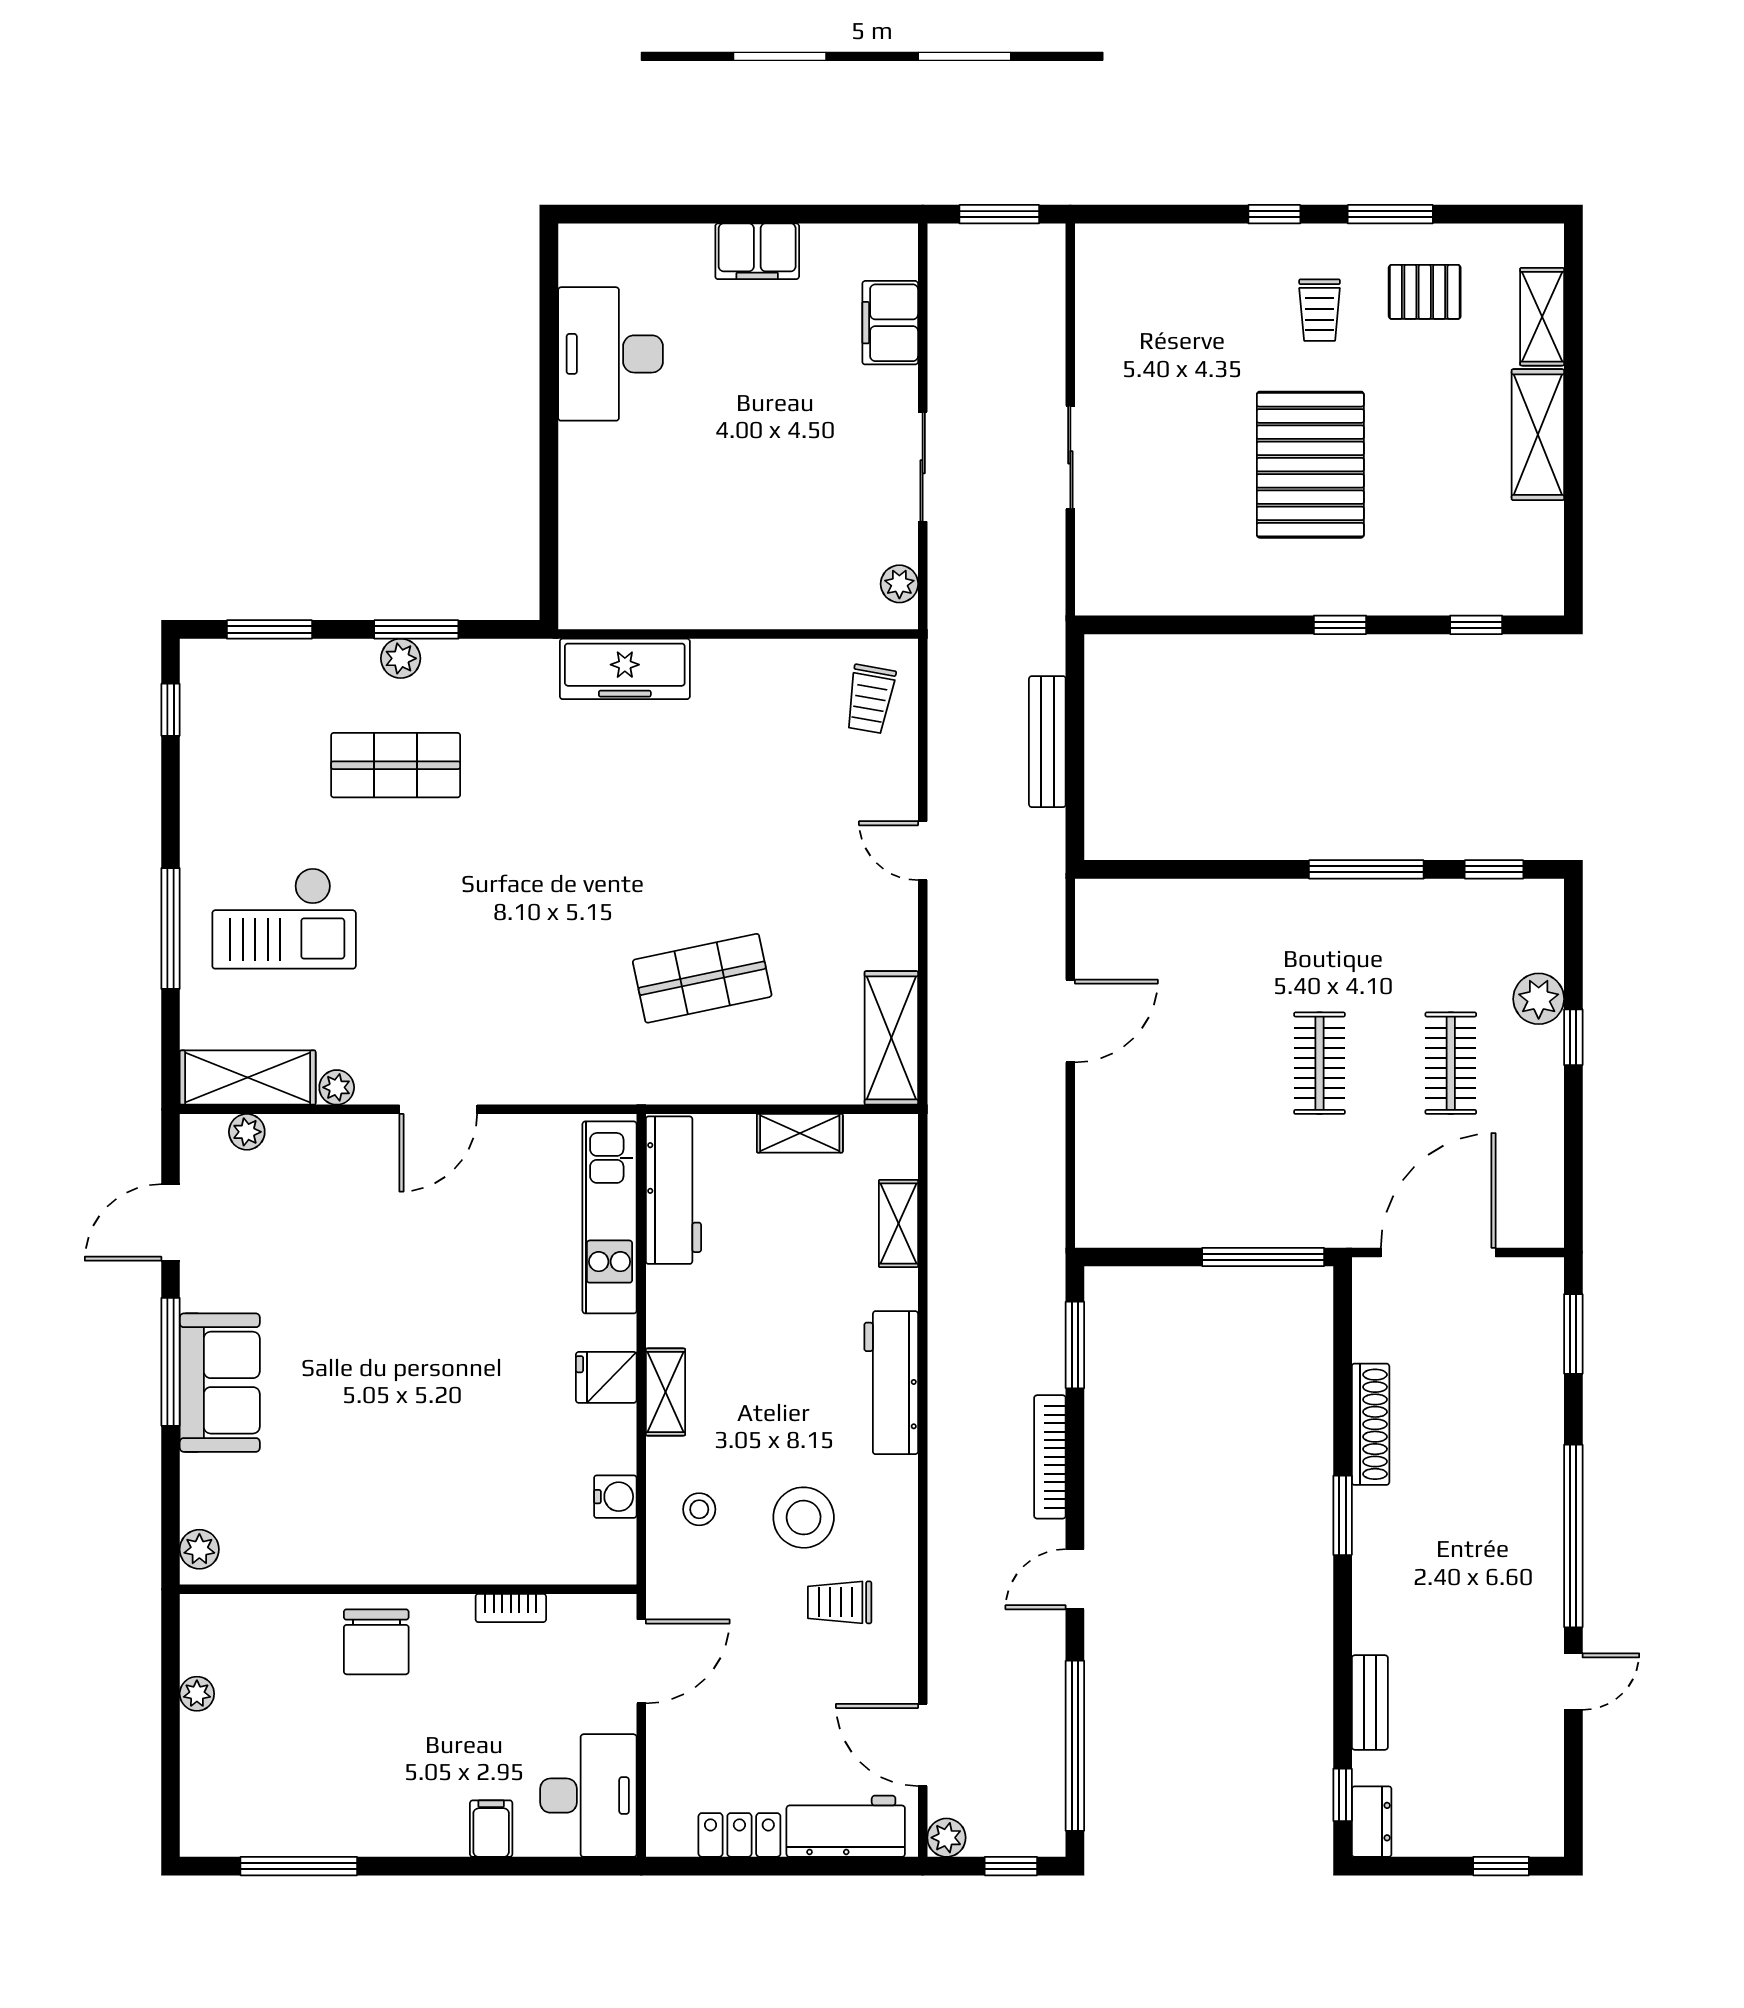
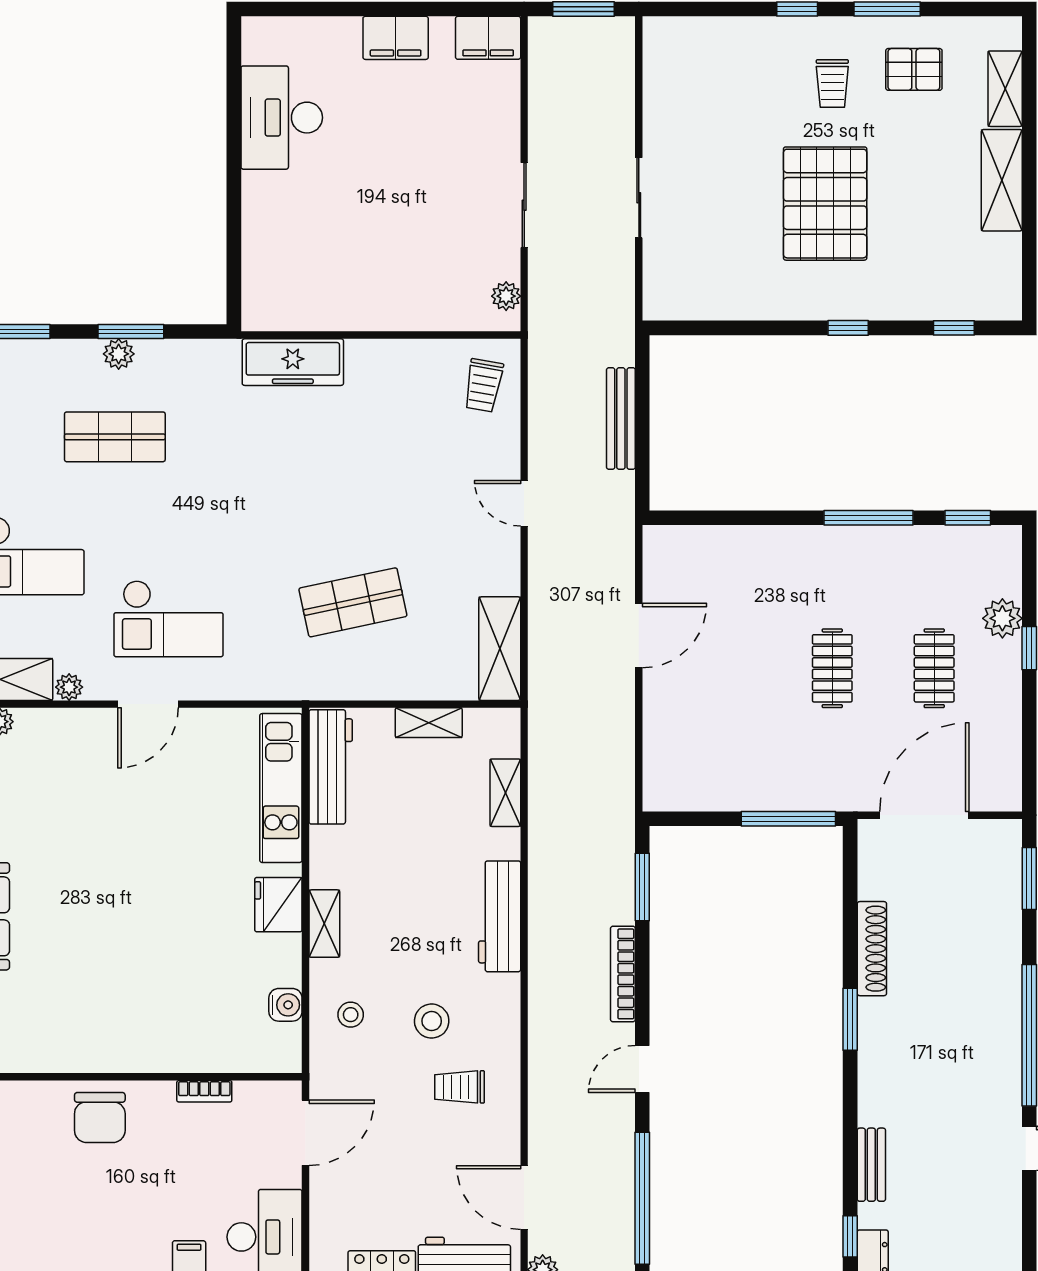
filing cabinet: (890, 323) -> (488, 38), moved, turned -90
checkout: (465, 999) -> (168, 619), added
fridge: (606, 1377) -> (278, 905), width x1.38
stool: (804, 1518) -> (432, 1021), width x0.73, depth x0.73

